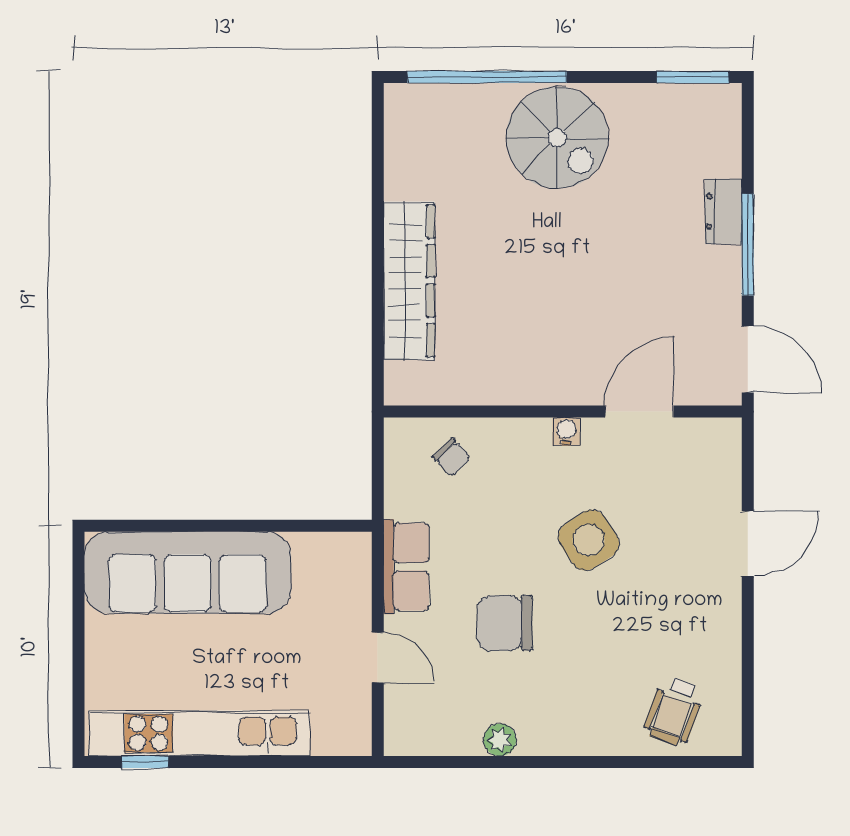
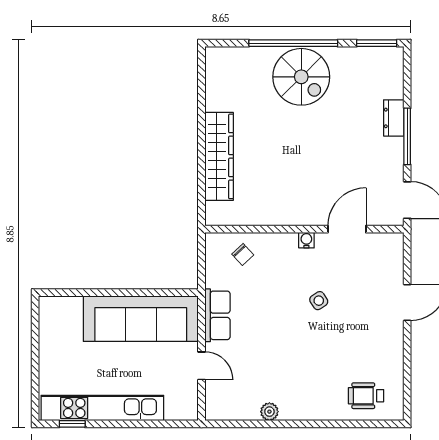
window: (487, 77) -> (293, 43), moved
side table: (589, 540) -> (319, 301), width x0.54, depth x0.54
sofa: (188, 573) -> (141, 319), moved
chair: (505, 623) -> (272, 347), removed
wheelchair: (674, 711) -> (366, 396), turned 70

